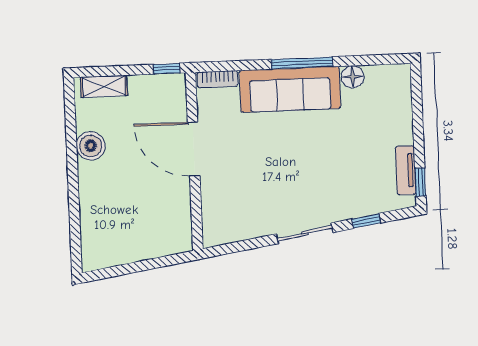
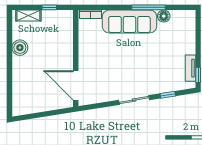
window: (302, 63) -> (149, 7), moved
window: (167, 69) -> (49, 7), moved
door: (194, 149) -> (76, 85), moved

